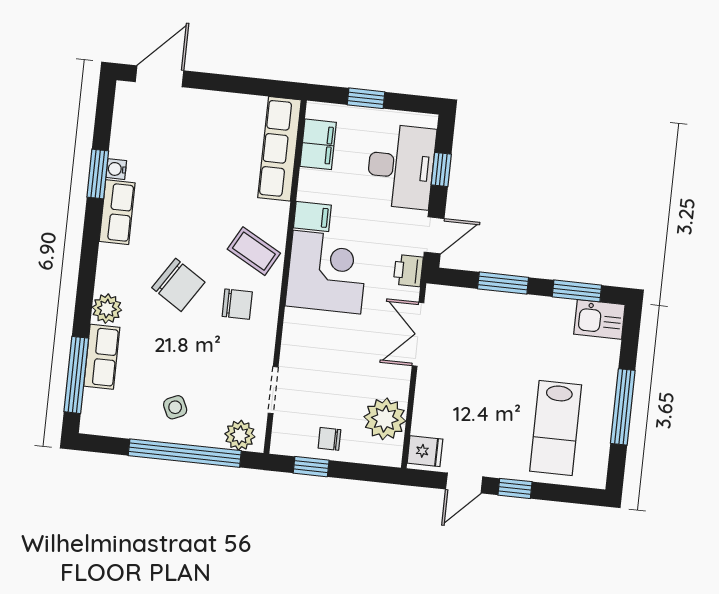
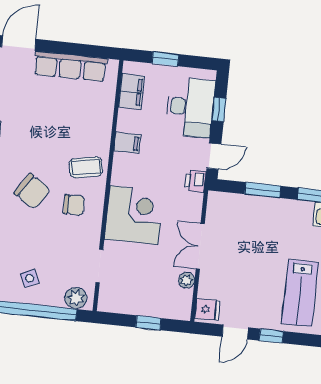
row of seats: (279, 149) -> (70, 66), moved, turned -90
coffee table: (254, 251) -> (86, 167), turned -40
corner desk: (327, 272) -> (134, 215), moved
double door: (418, 334) -> (200, 246), moved
plant: (385, 419) -> (186, 280), width x0.53, depth x0.53
chair: (329, 439) -> (139, 301), removed
window: (311, 467) -> (148, 323), moved

